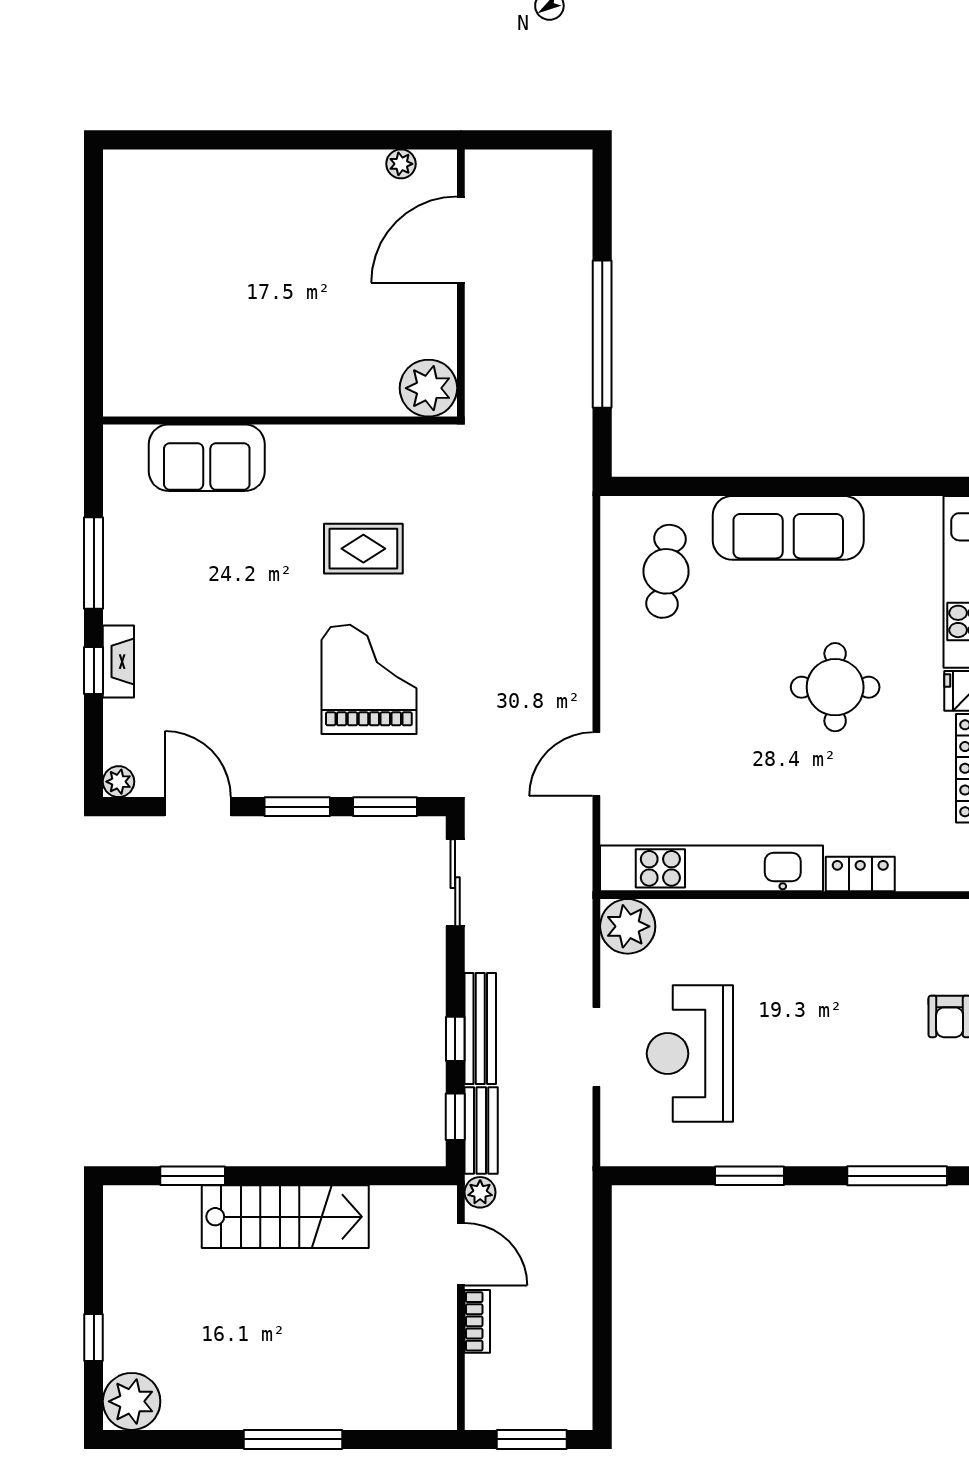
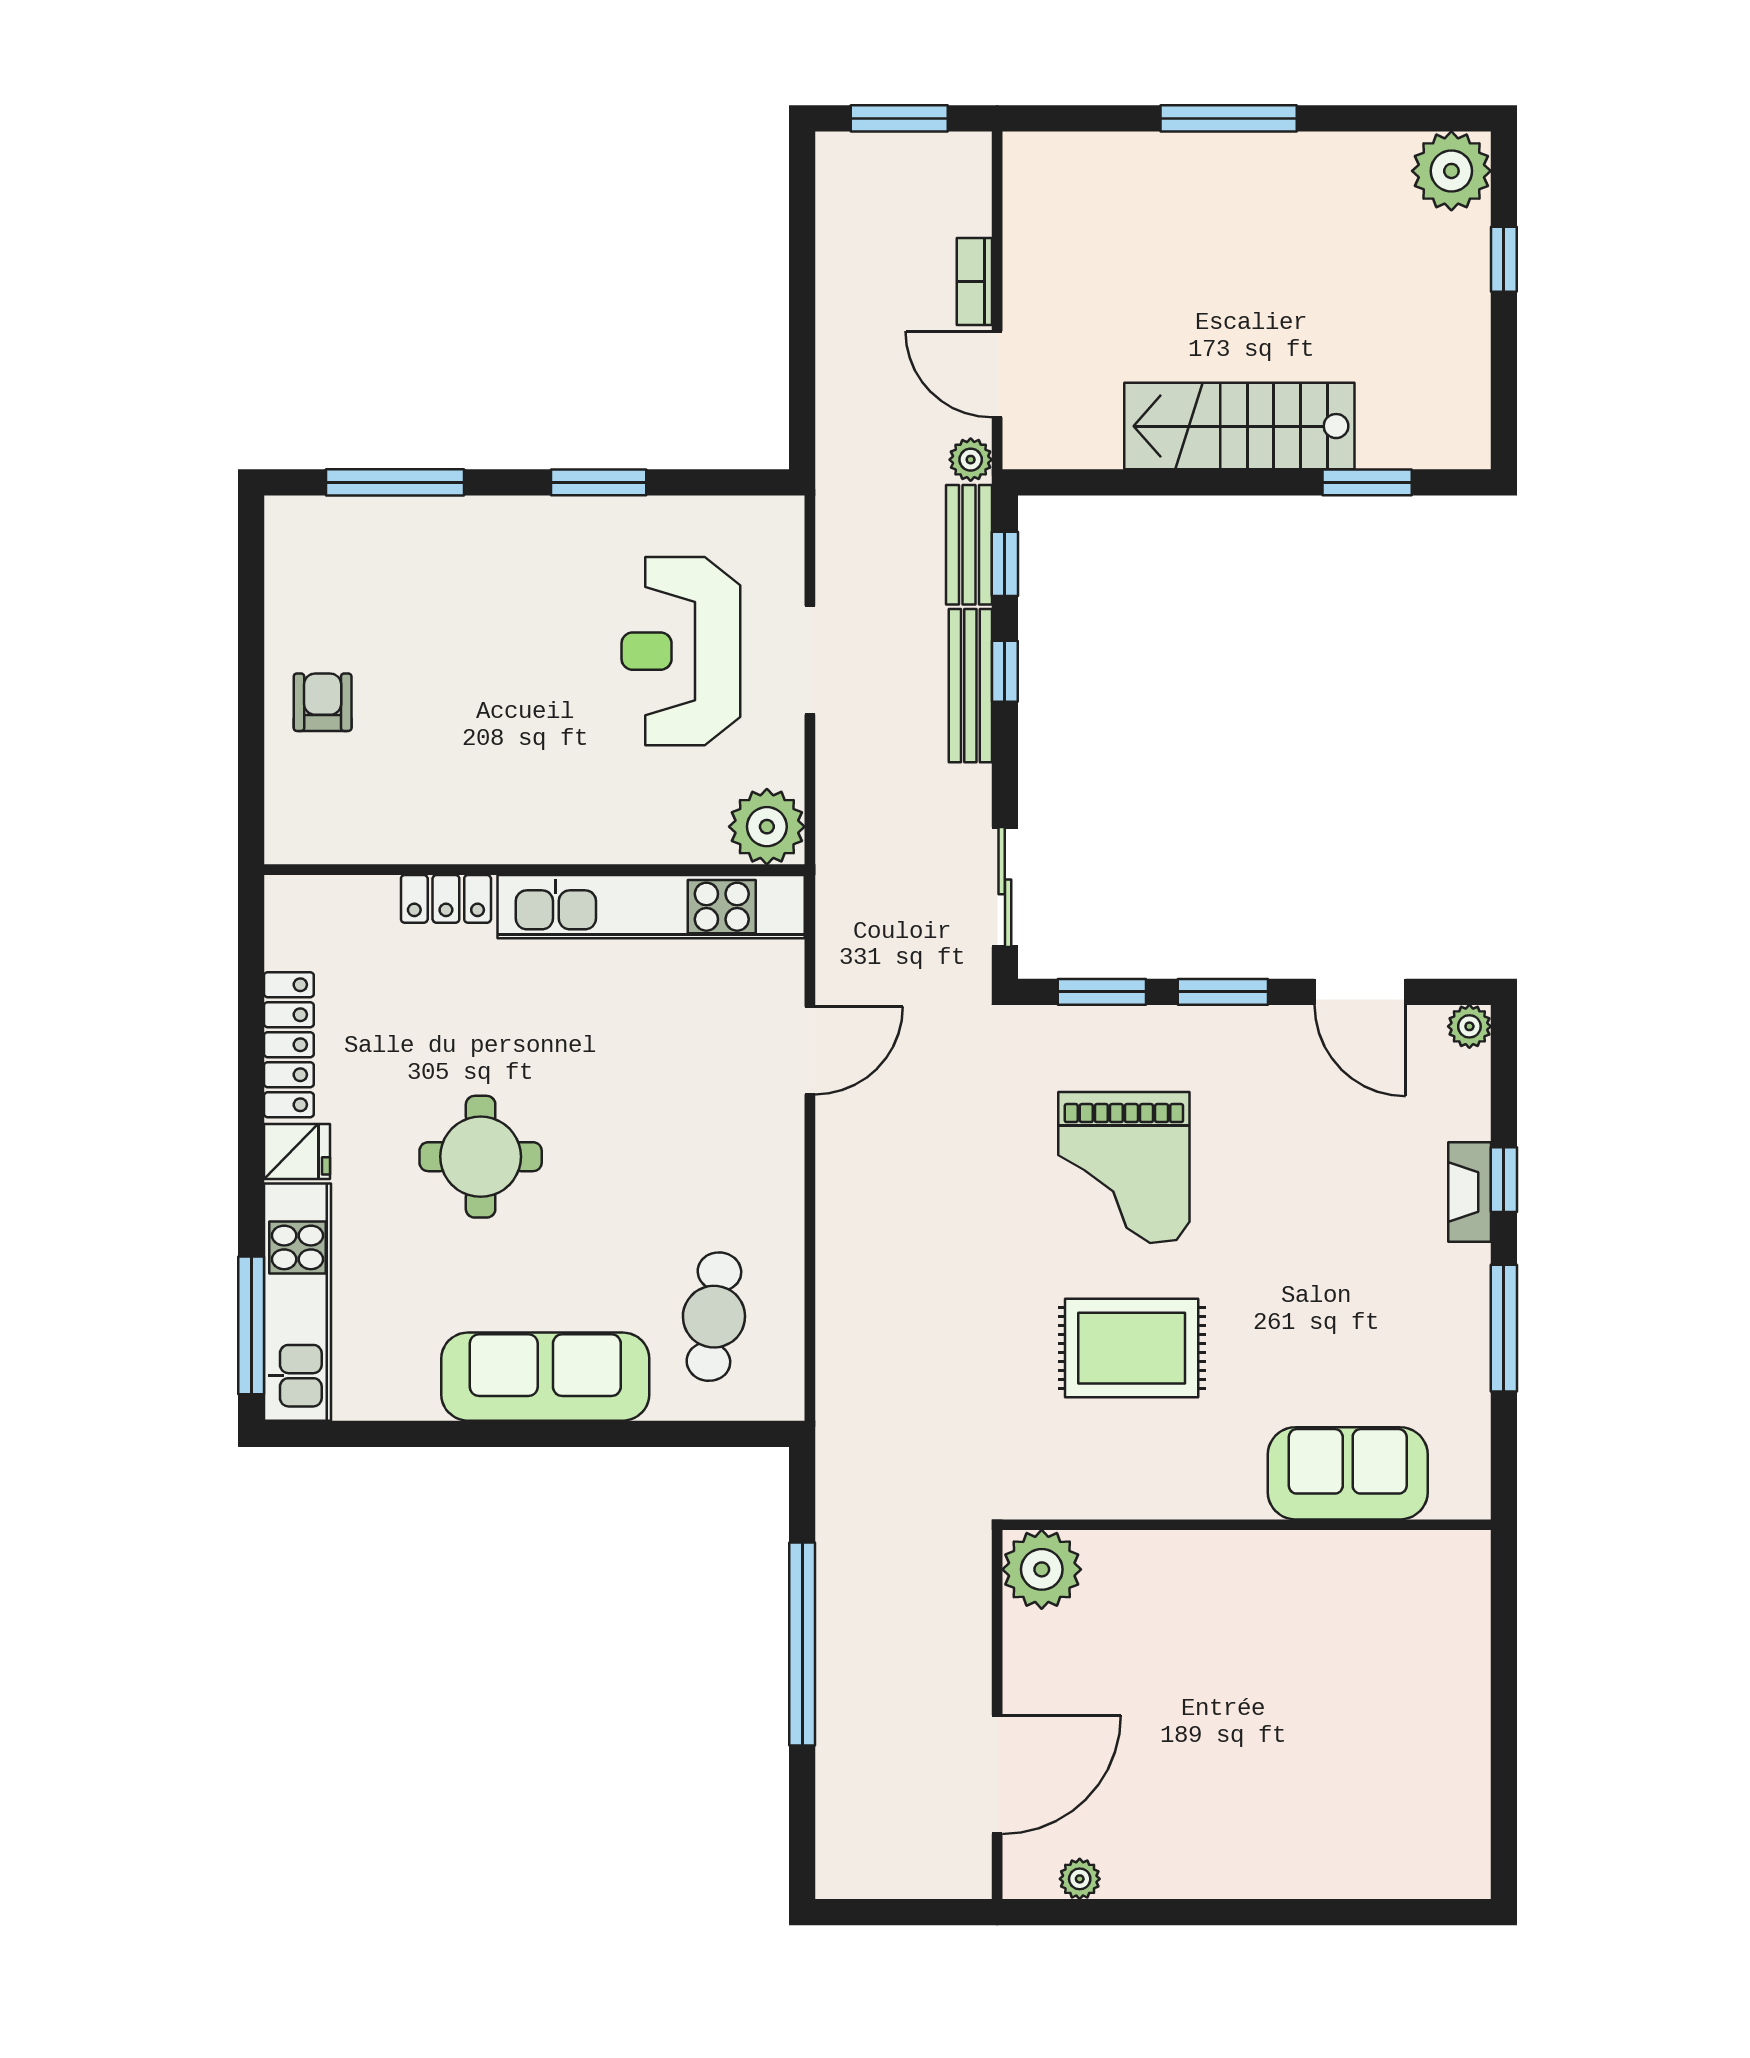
rug: (363, 549) -> (1132, 1348), width x1.36, depth x1.43
reception desk: (690, 1054) -> (681, 651), turned 180

